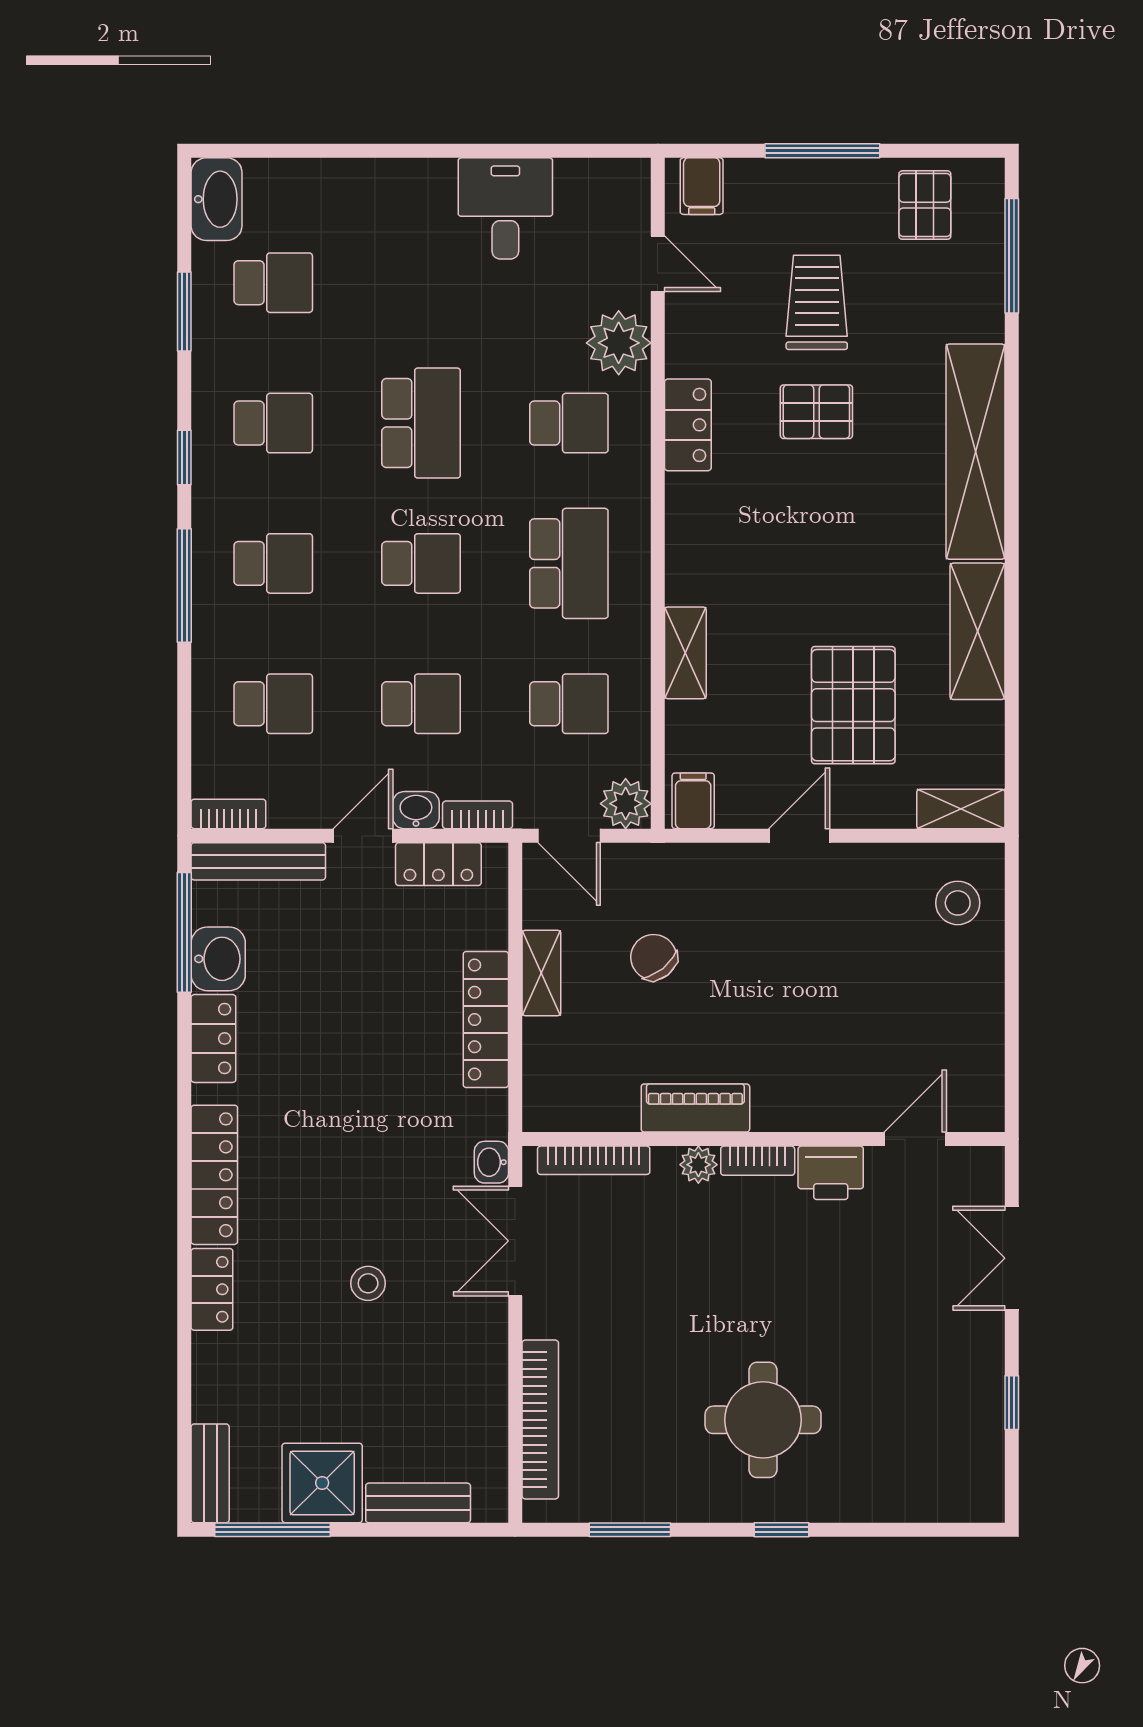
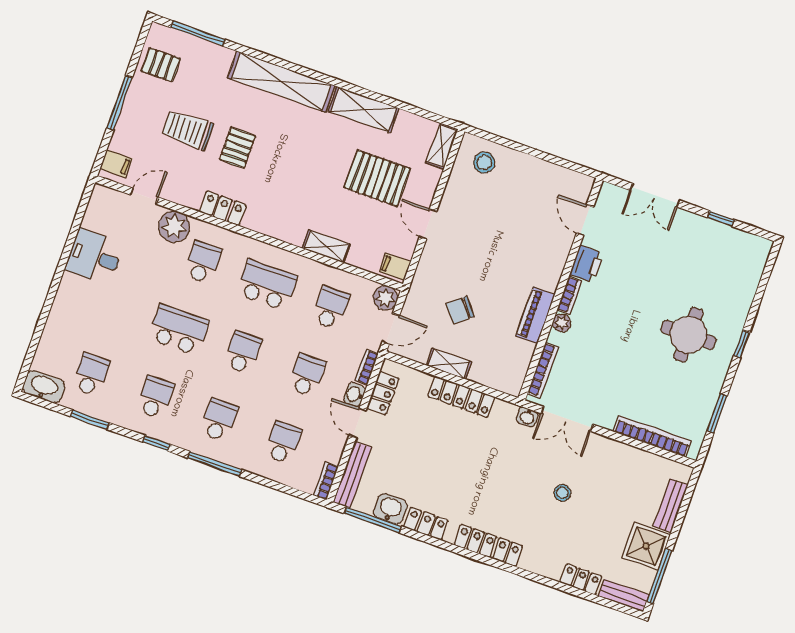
locker: (212, 1289) -> (581, 579), moved

